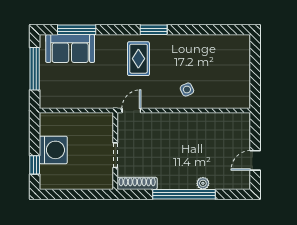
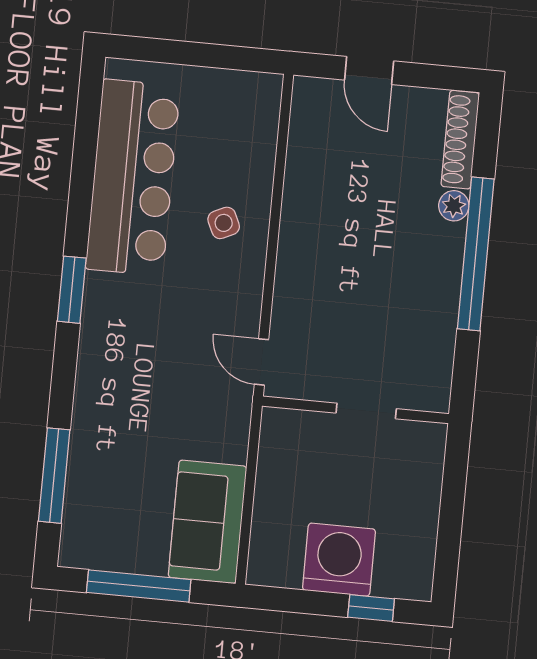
sofa: (70, 48) -> (208, 522), moved, turned 180
bar counter: (202, 50) -> (133, 177), added
rug: (138, 59) -> (138, 333), removed
door: (255, 160) -> (369, 70), moved
shoe rack: (137, 183) -> (460, 140), moved

